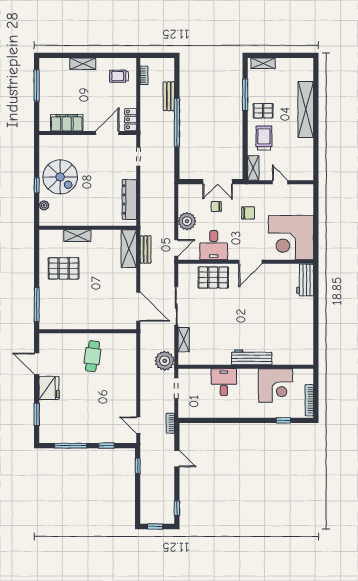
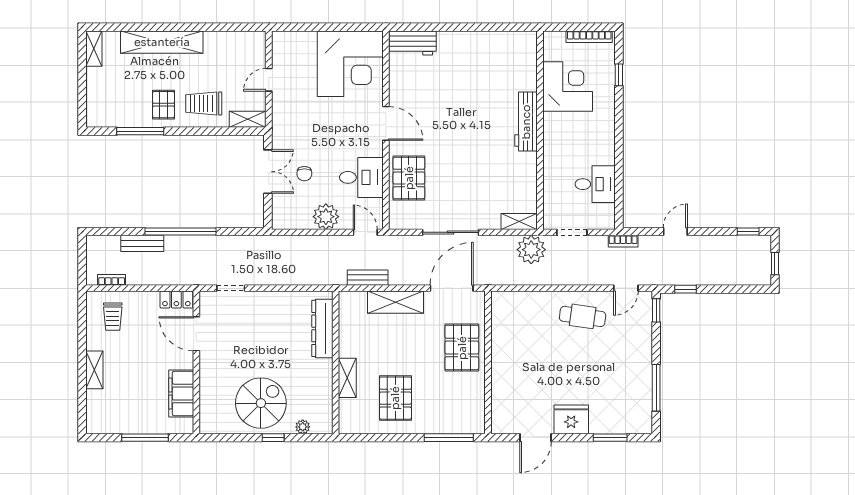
shelving: (263, 63) -> (94, 49), moved
window: (37, 85) -> (145, 438), moved
dresser: (129, 199) -> (322, 328), moved, turned 90
chair: (248, 213) -> (314, 127), removed
shelving: (129, 249) -> (396, 302), moved
pallet: (98, 314) -> (462, 348), added
shelving: (184, 340) -> (519, 221), moved
cafe table: (92, 356) -> (583, 316), moved
desk: (224, 382) -> (595, 184), moved, turned 180
window: (106, 446) -> (656, 310), moved

